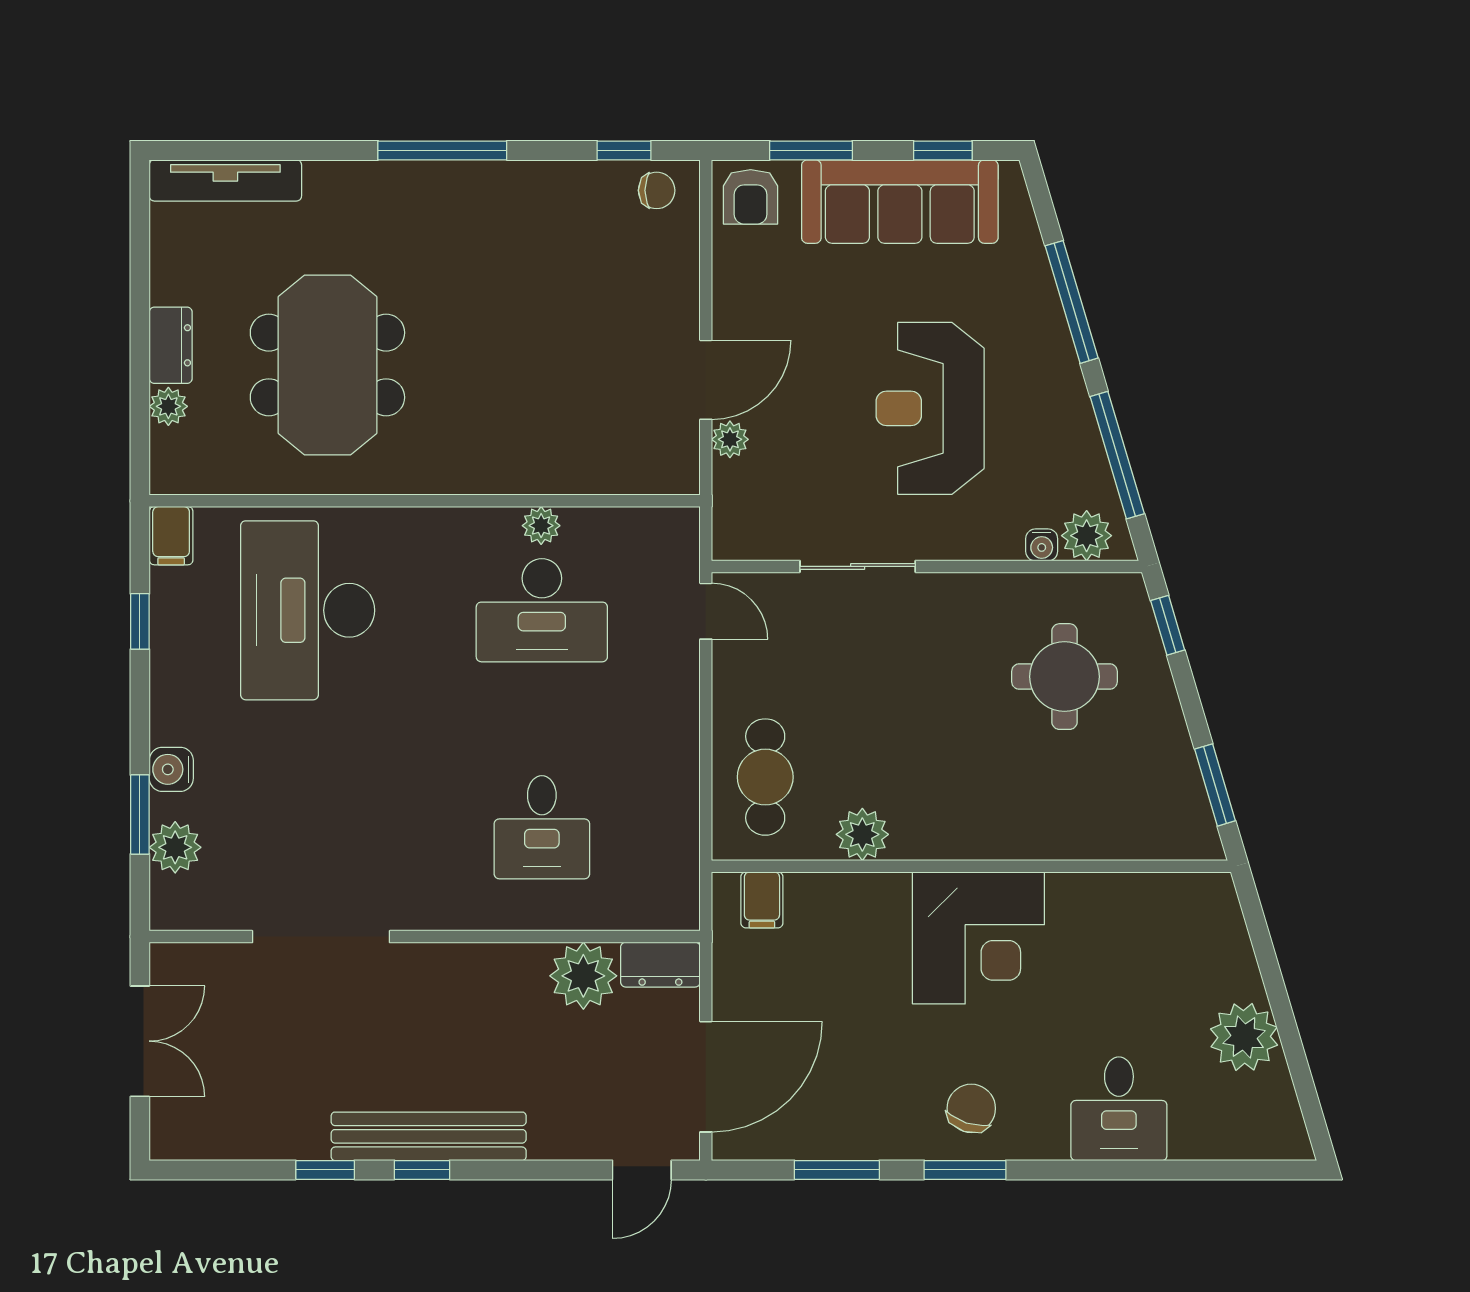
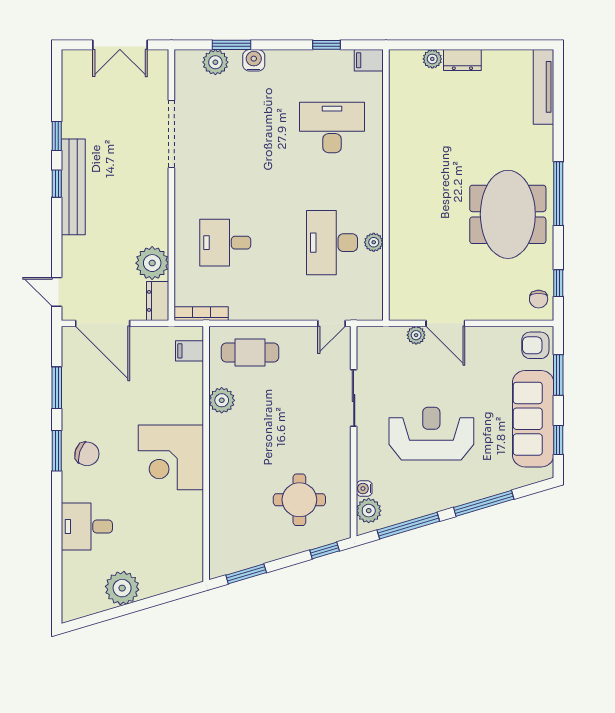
meeting table: (327, 365) -> (508, 214), moved, turned 90
desk: (308, 610) -> (332, 127), width x0.73, depth x0.77
bookcase: (686, 876) -> (201, 314), added

